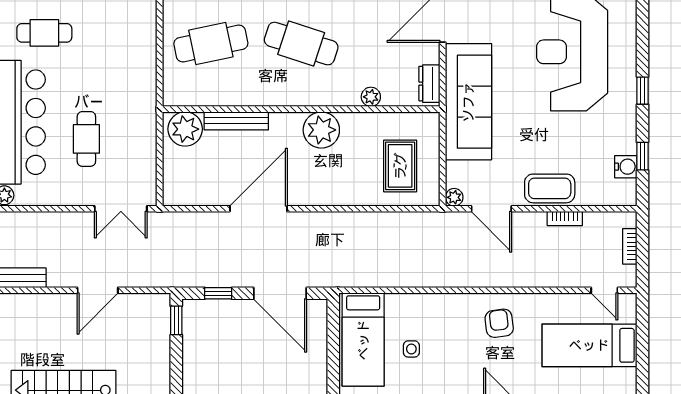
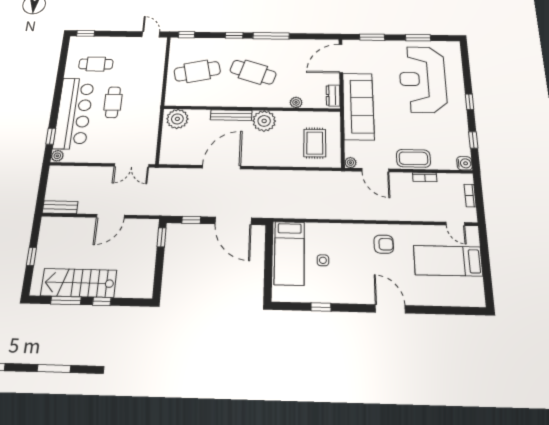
bench: (236, 121) -> (231, 115), moved
cafe table: (86, 139) -> (113, 102), moved
water cooler: (626, 167) -> (464, 163), moved
armchair: (499, 323) -> (384, 244), turned 97

